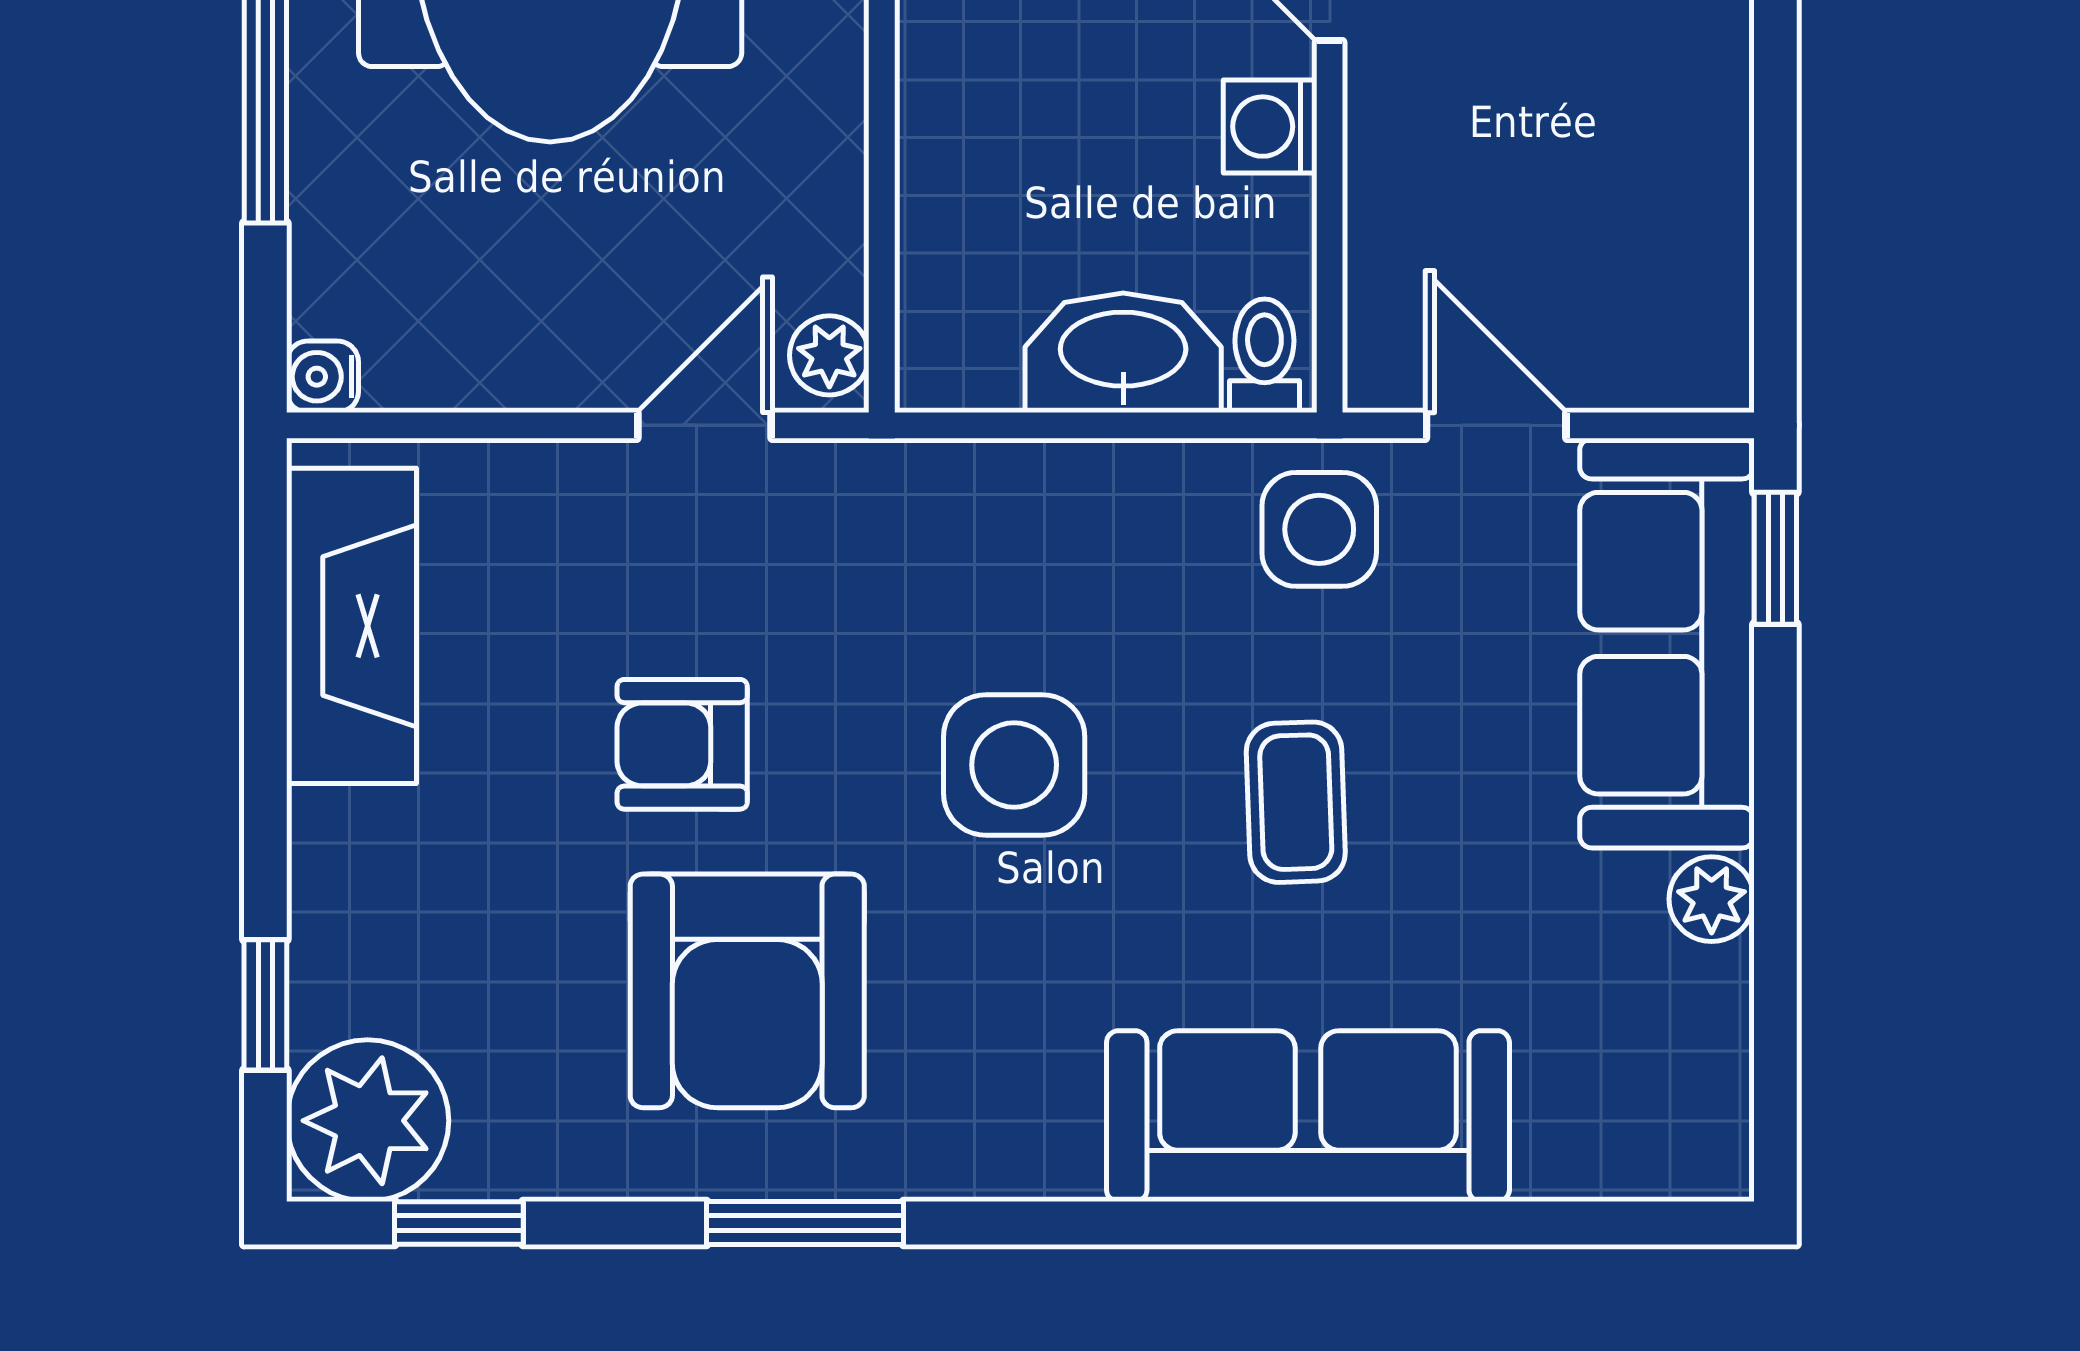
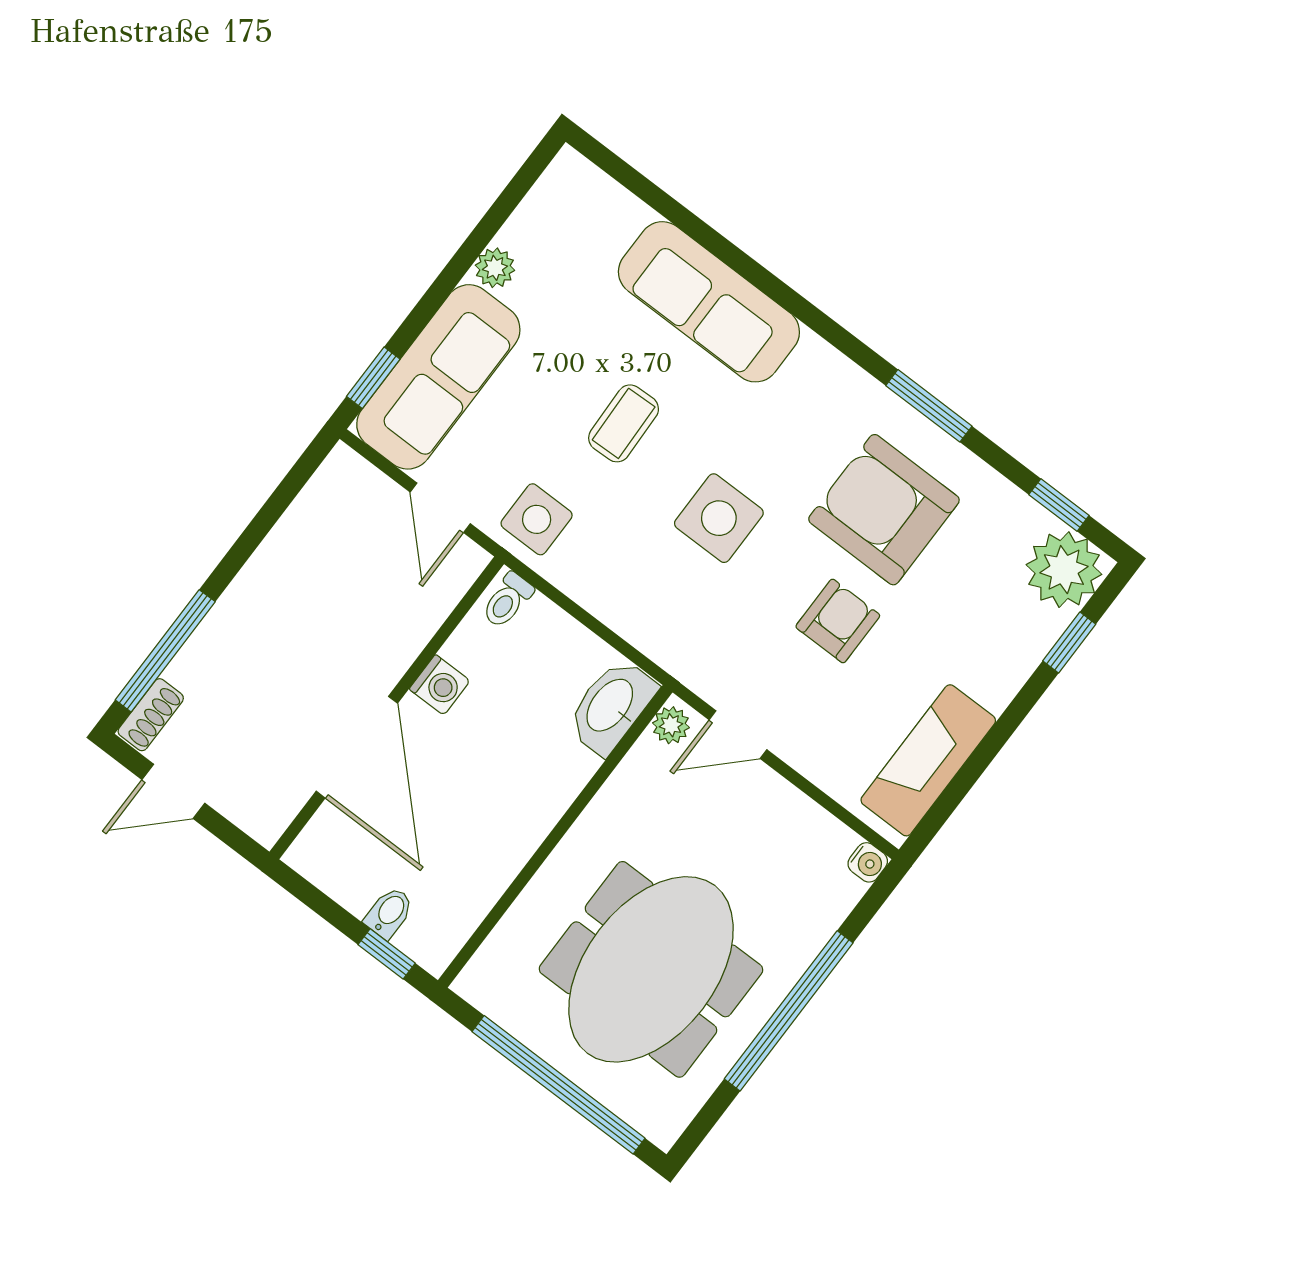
washbasin: (1123, 353) -> (611, 706), moved, turned 90
armchair: (682, 744) -> (838, 621), turned -90
armchair: (747, 991) -> (884, 510), turned -90

